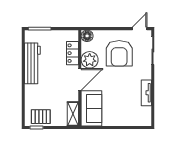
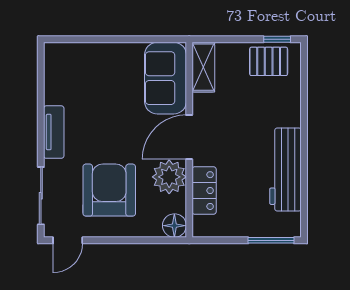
tv unit: (146, 93) -> (54, 132), moved

